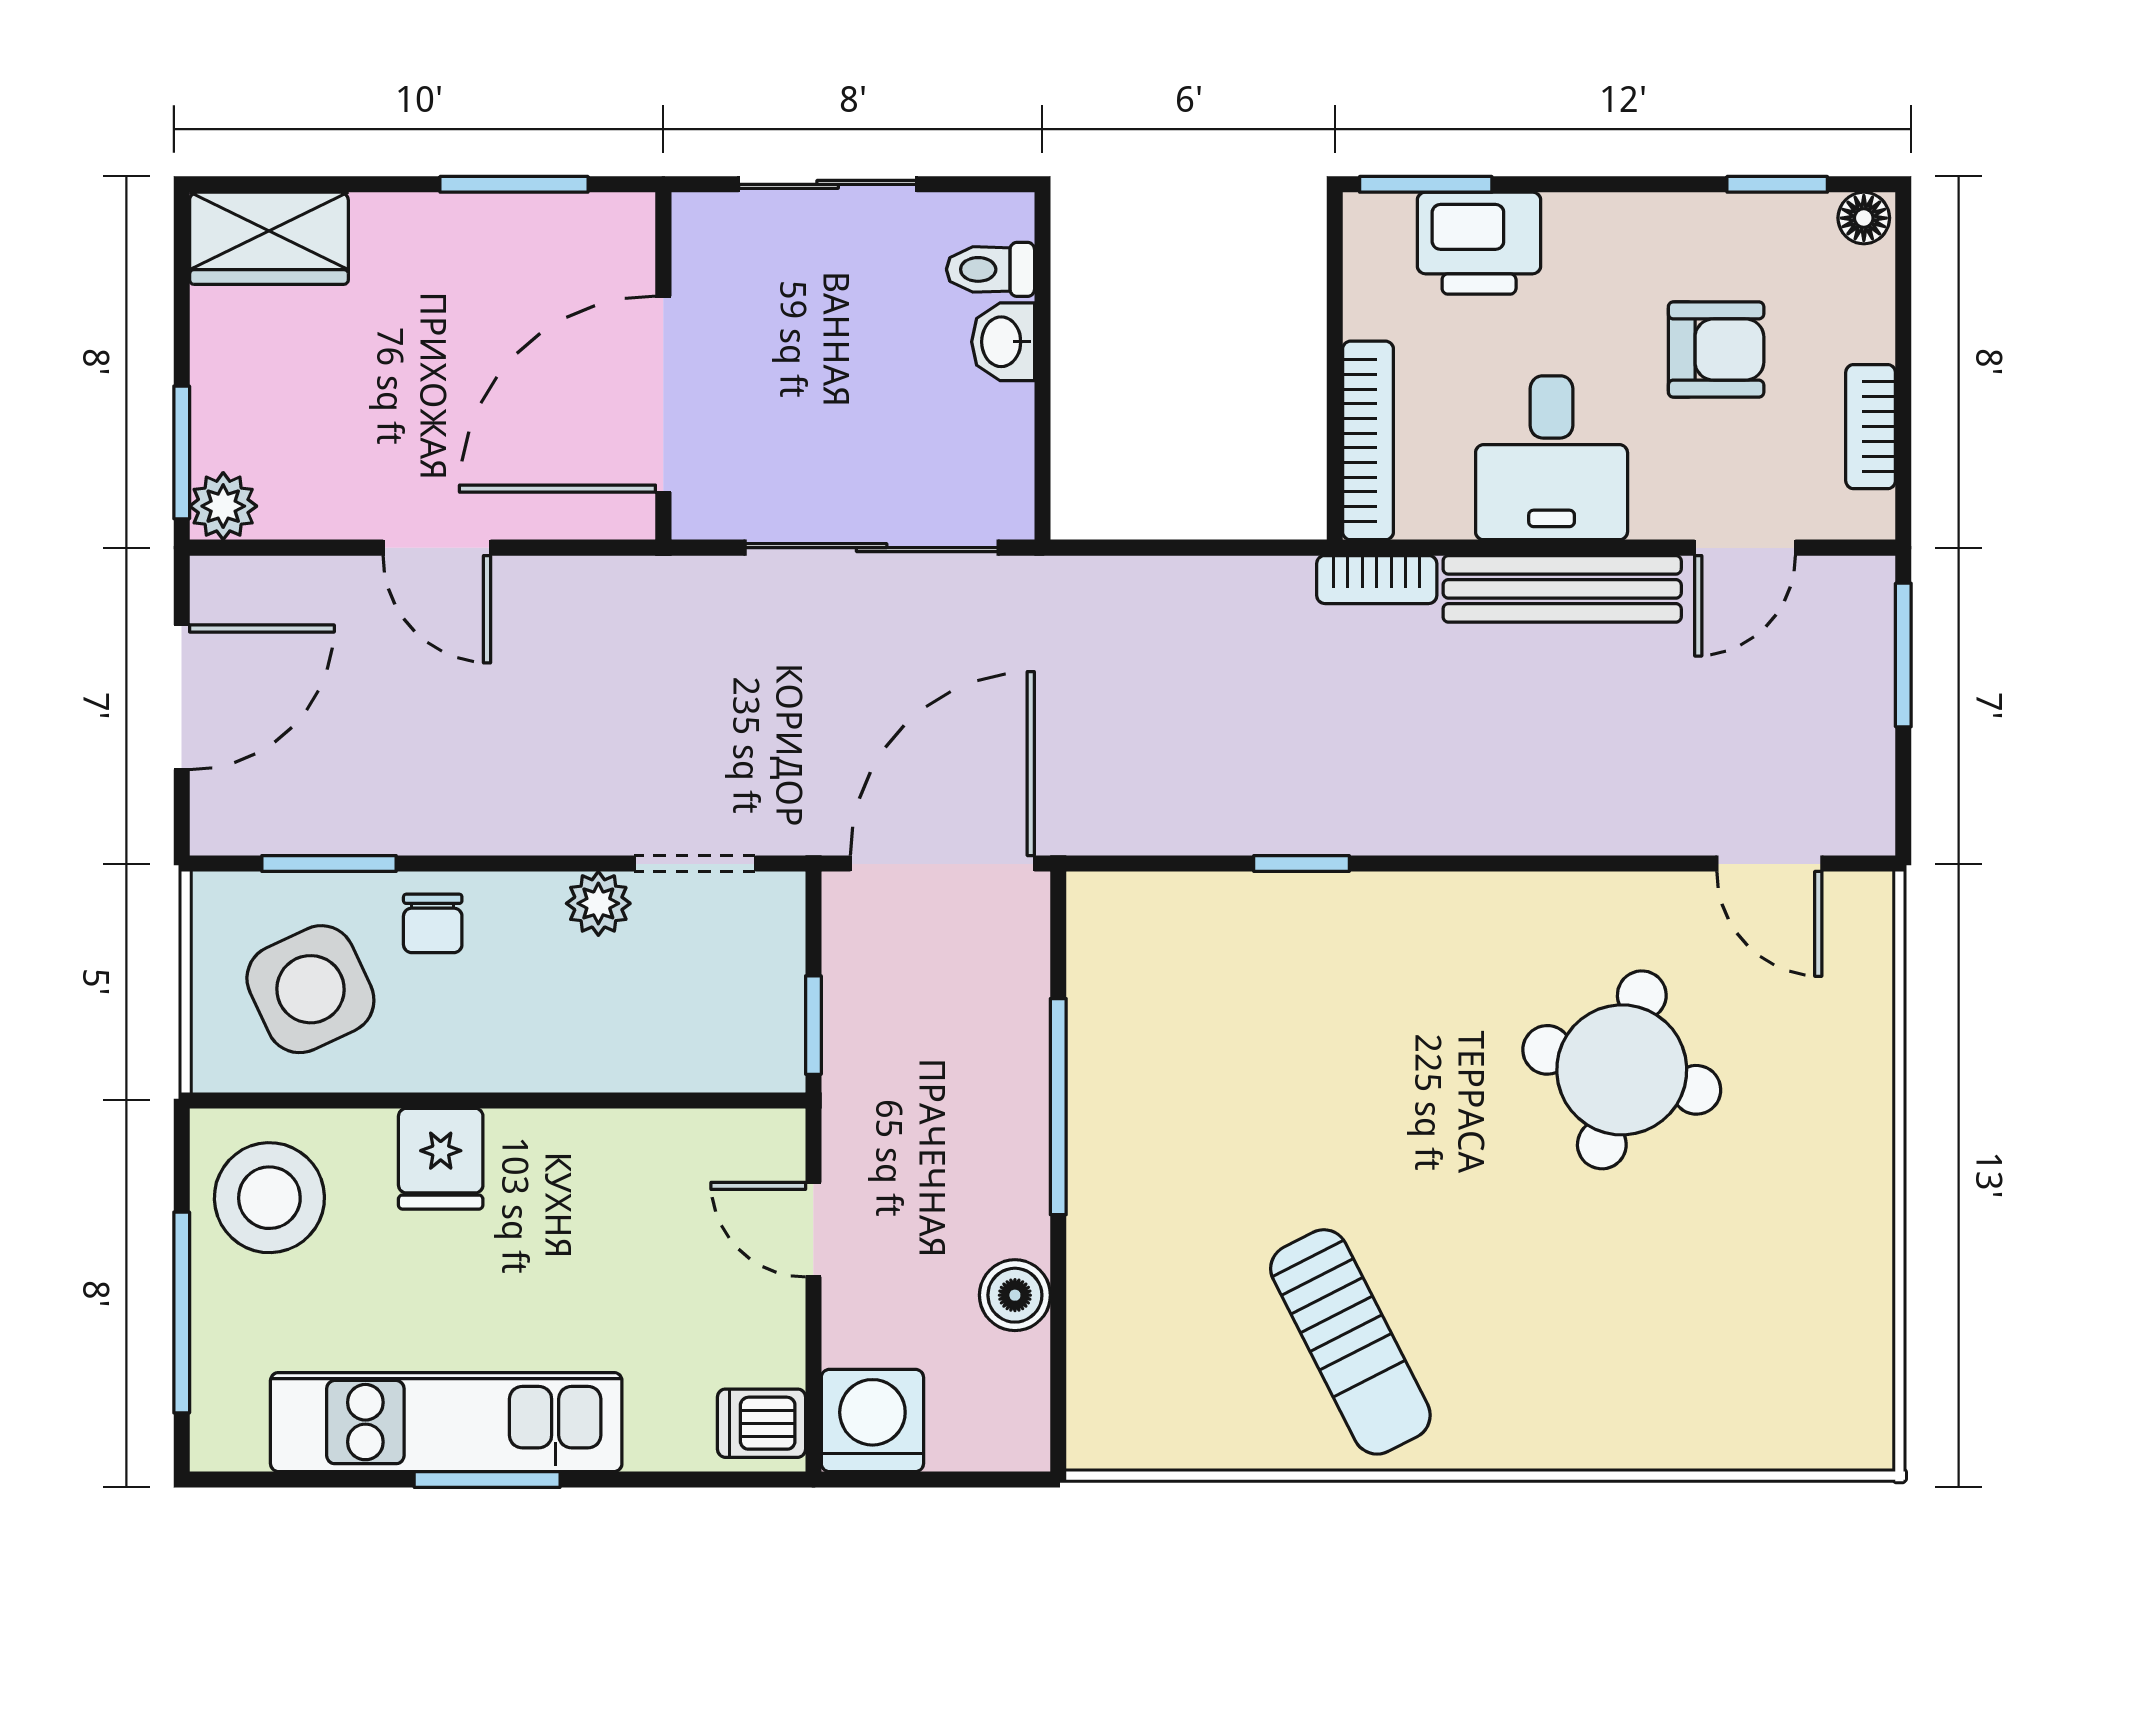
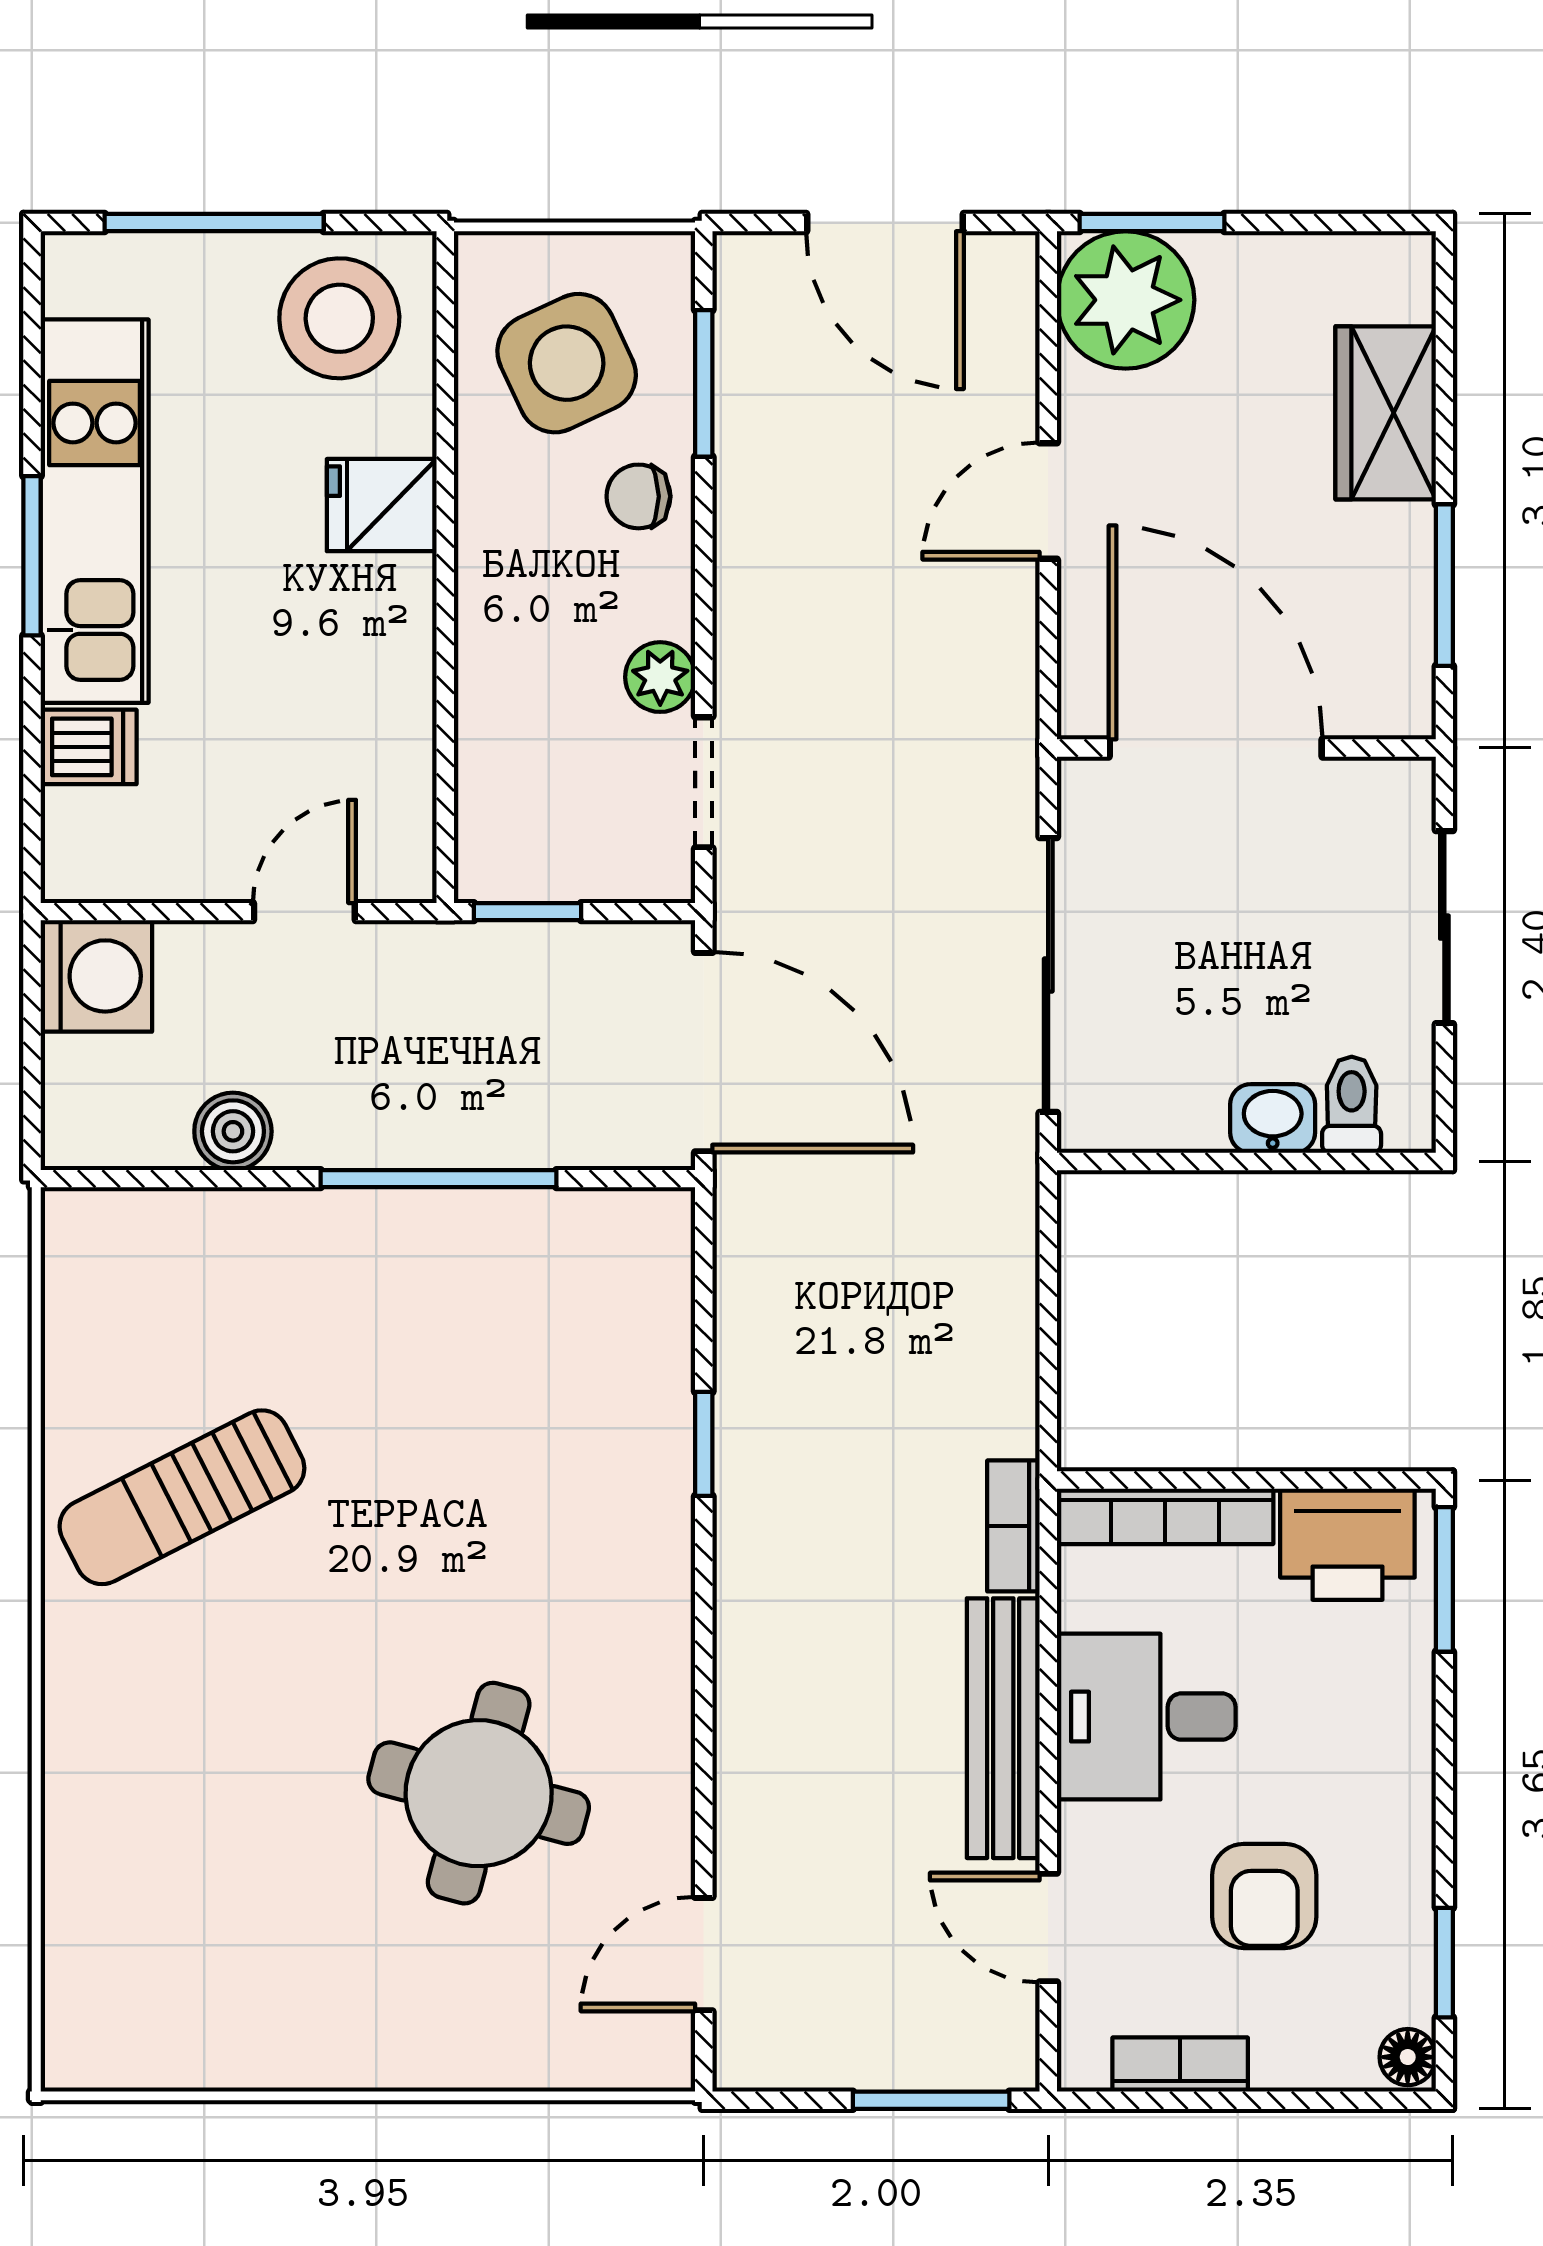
wardrobe: (269, 238) -> (1386, 413), moved
printer: (1479, 243) -> (1347, 1544), moved, turned -90
plant: (223, 506) -> (1126, 300), width x1.87, depth x1.87
dishwasher: (762, 1423) -> (89, 747), moved, turned 90

